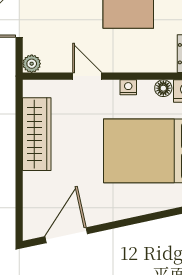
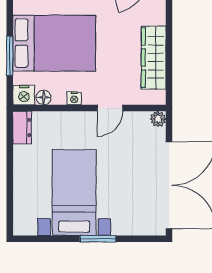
door: (87, 76) -> (110, 108), hinge flipped

